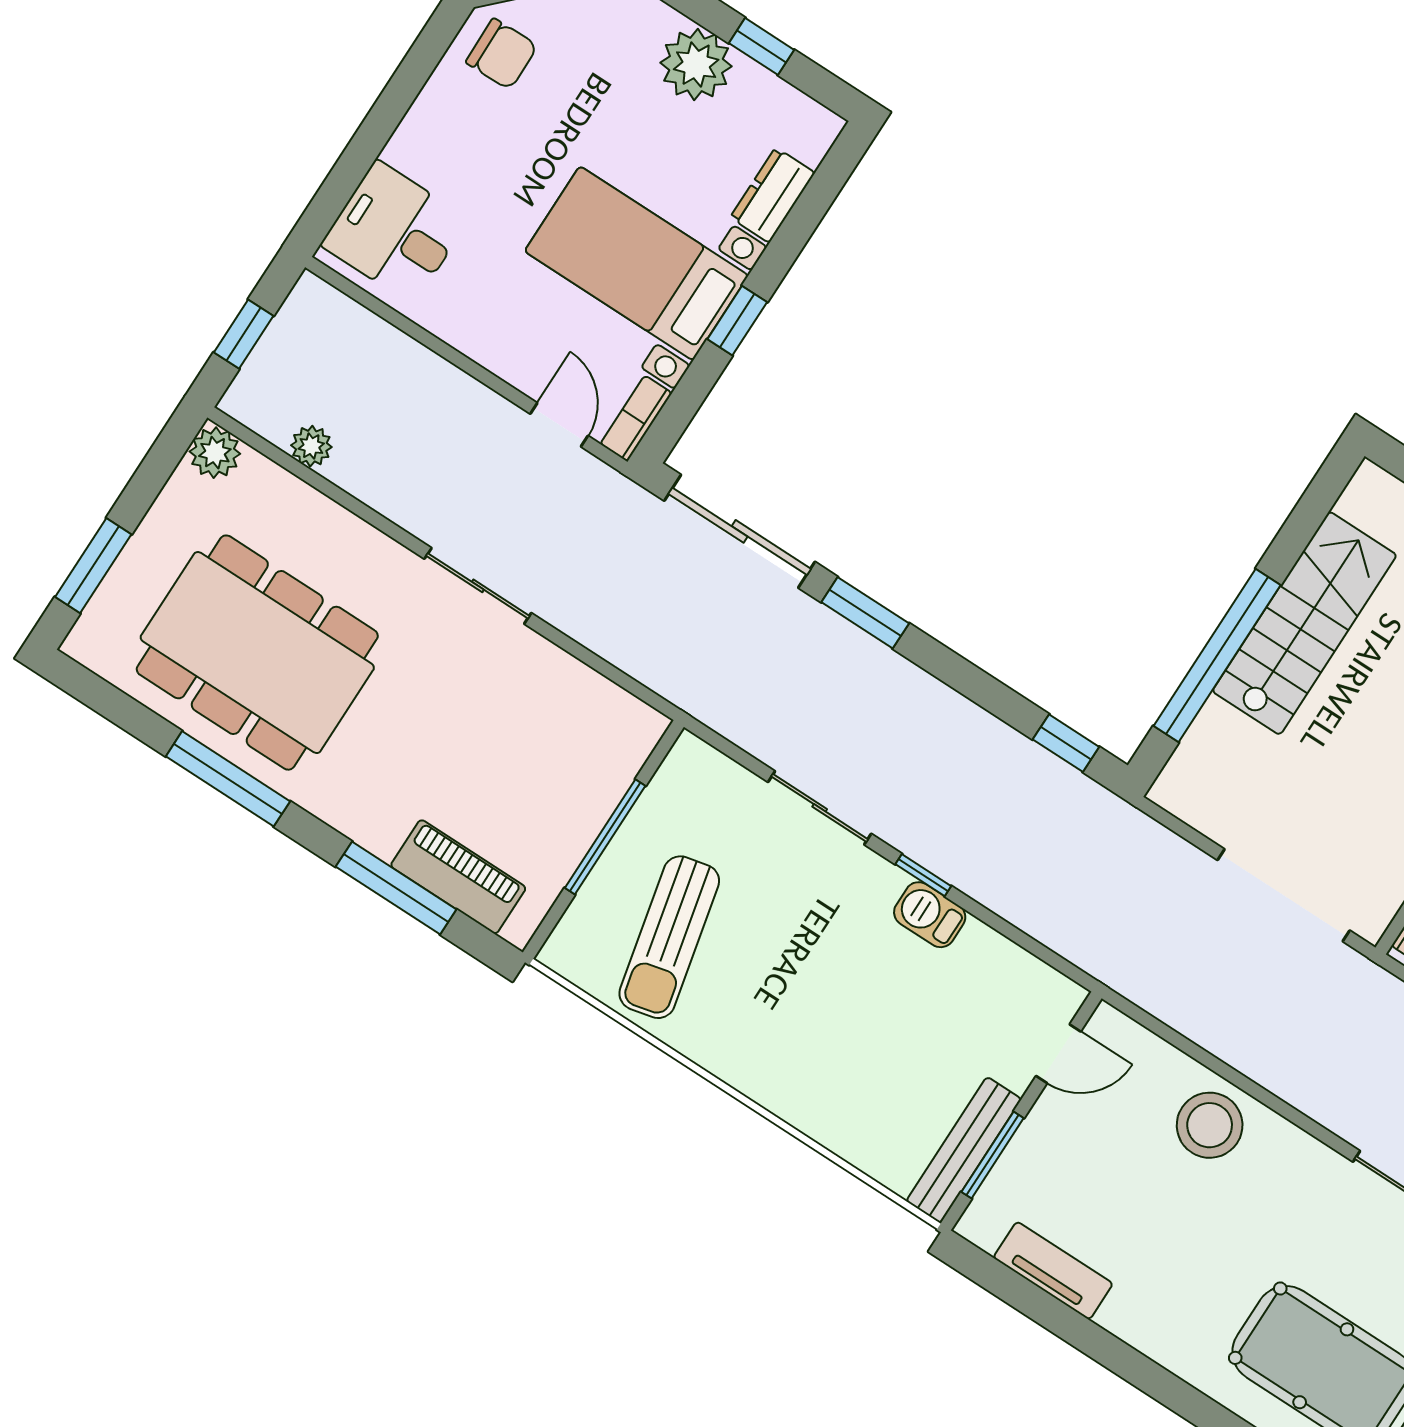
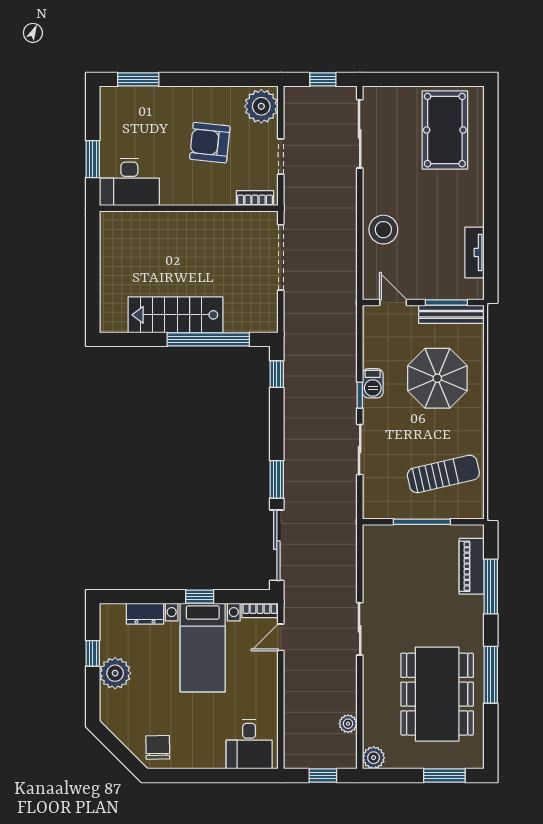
parasol: (859, 1044) -> (437, 378), added

